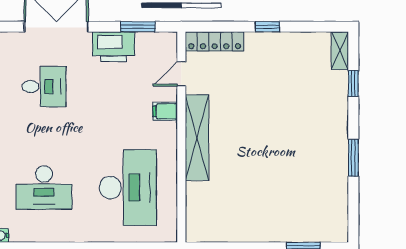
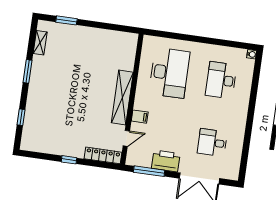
window: (138, 27) -> (149, 171), width x1.44
shelving: (340, 51) -> (40, 43), moved
desk: (44, 188) -> (221, 80), turned -90
desk: (128, 188) -> (169, 73), turned 180

